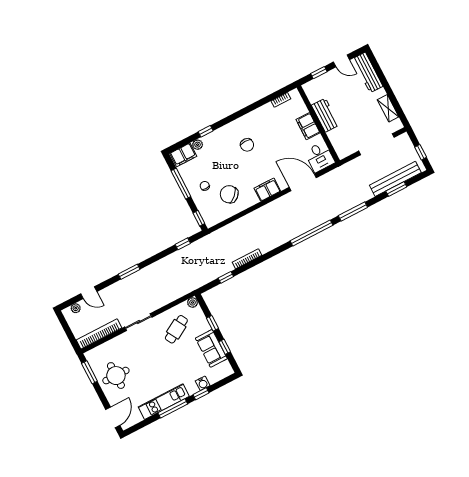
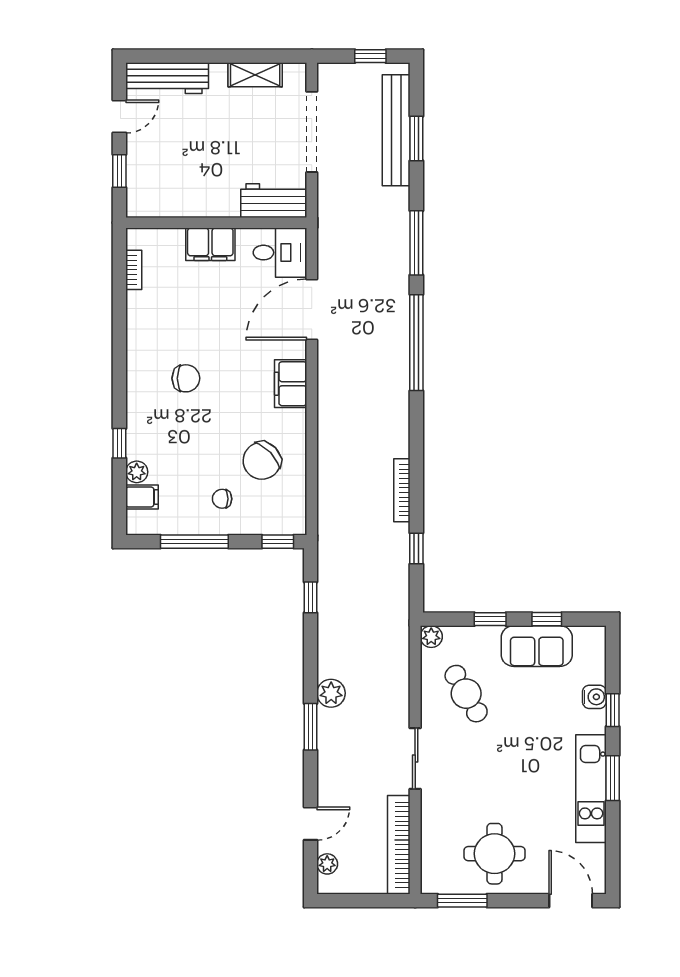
workbench: (325, 115) -> (274, 201), moved
filing cabinet: (183, 155) -> (142, 497), width x0.50
plant: (147, 273) -> (331, 693), added
window: (173, 408) -> (613, 778), width x0.69

